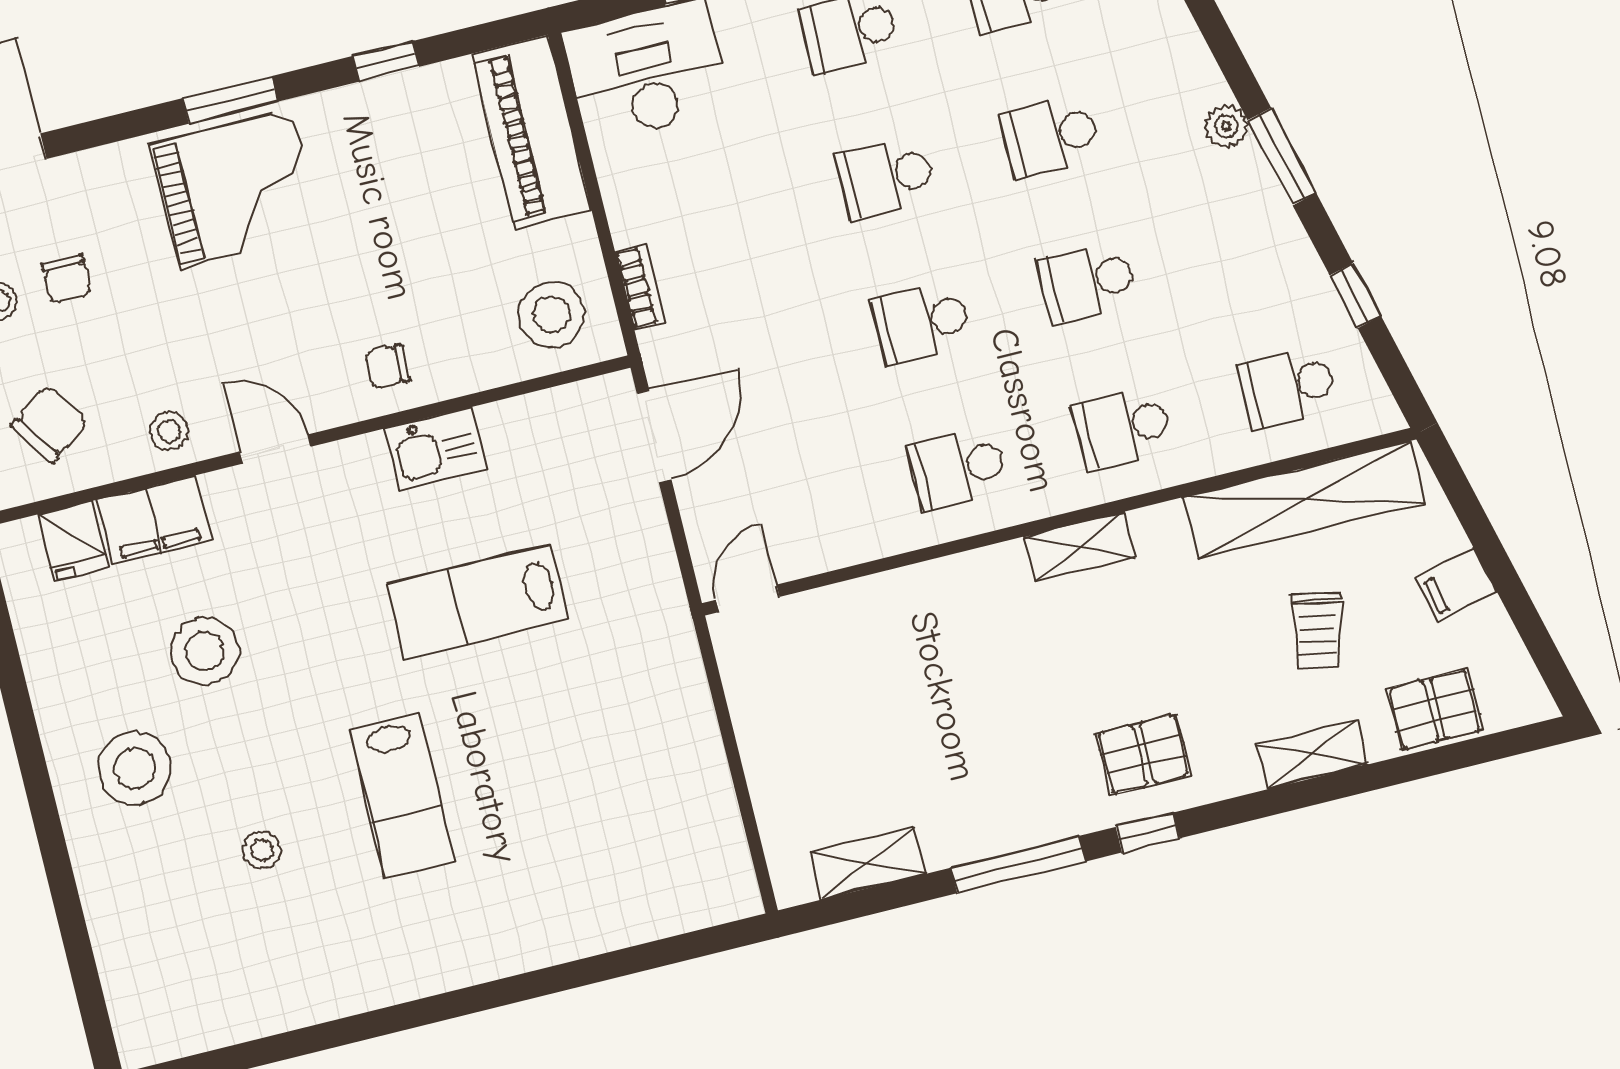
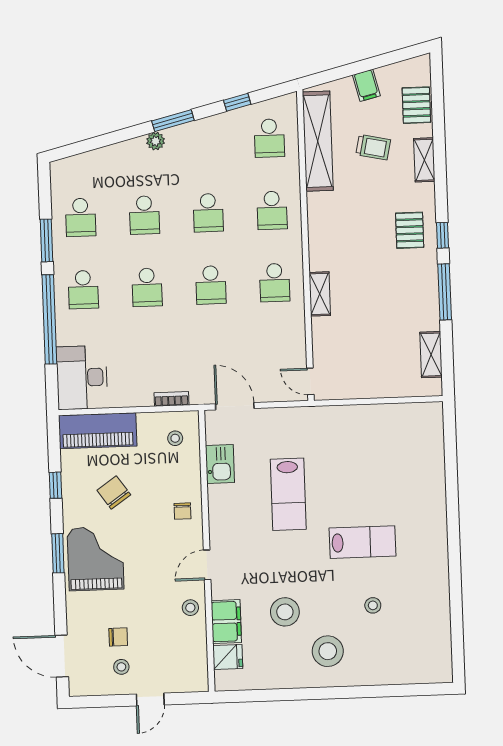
stool: (552, 314) -> (175, 438), width x0.53, depth x0.53
chair: (49, 424) -> (114, 492), moved
kitchen sink: (435, 449) -> (220, 464), moved
shelving: (1079, 547) -> (320, 294), moved

